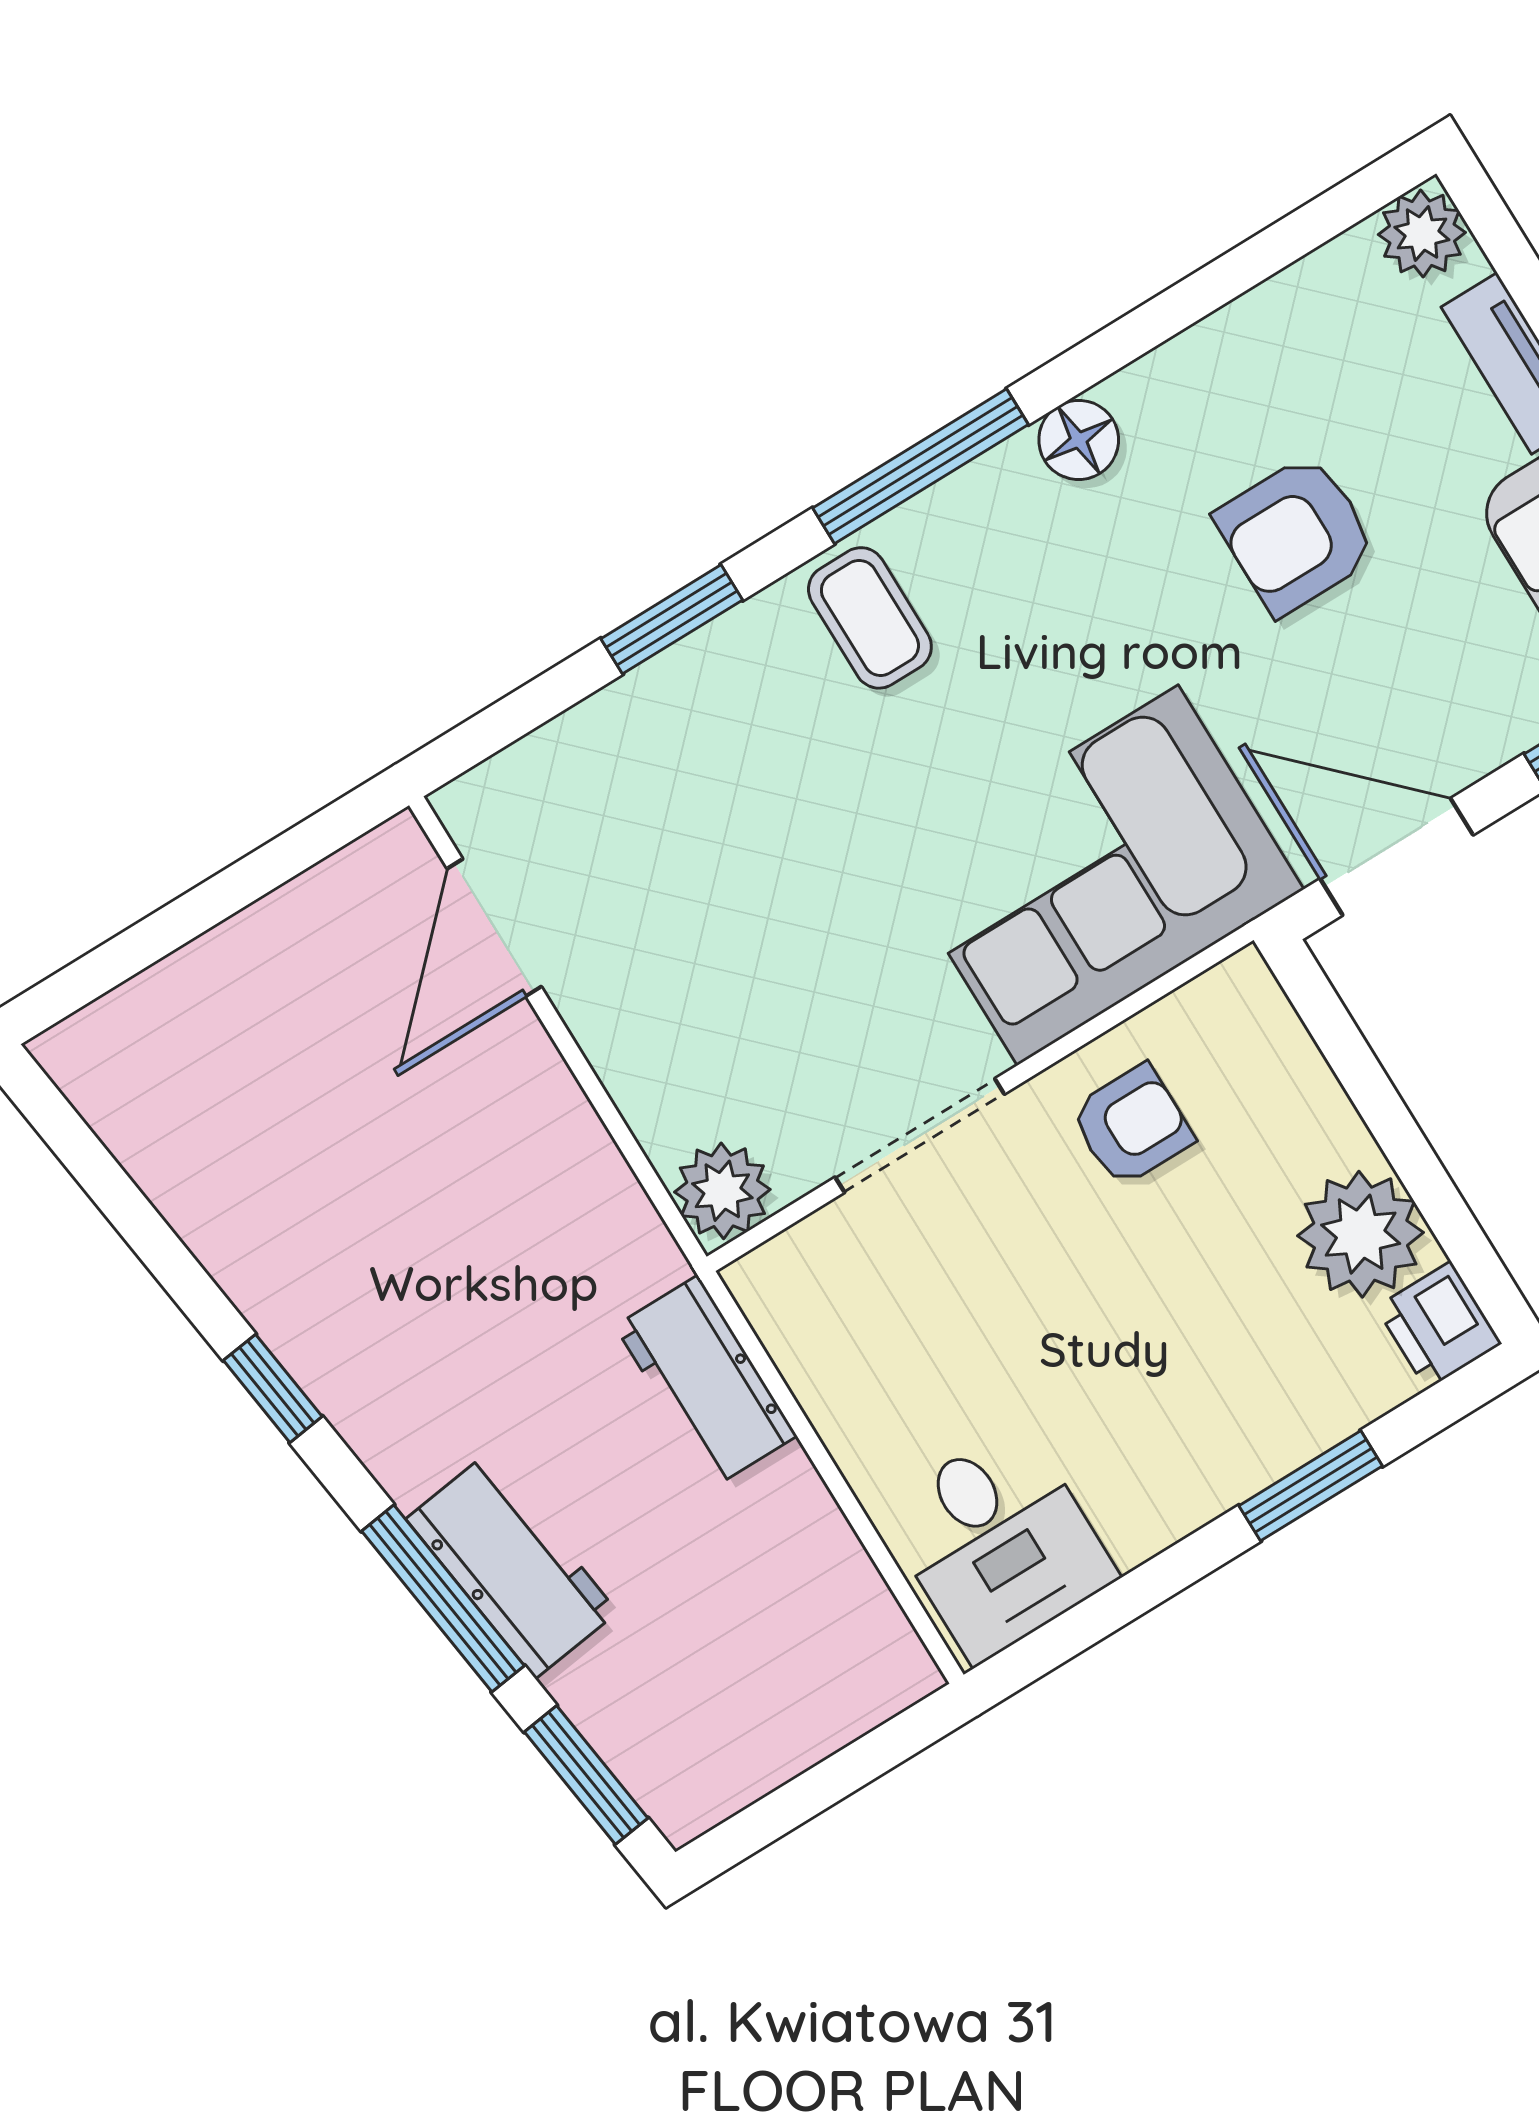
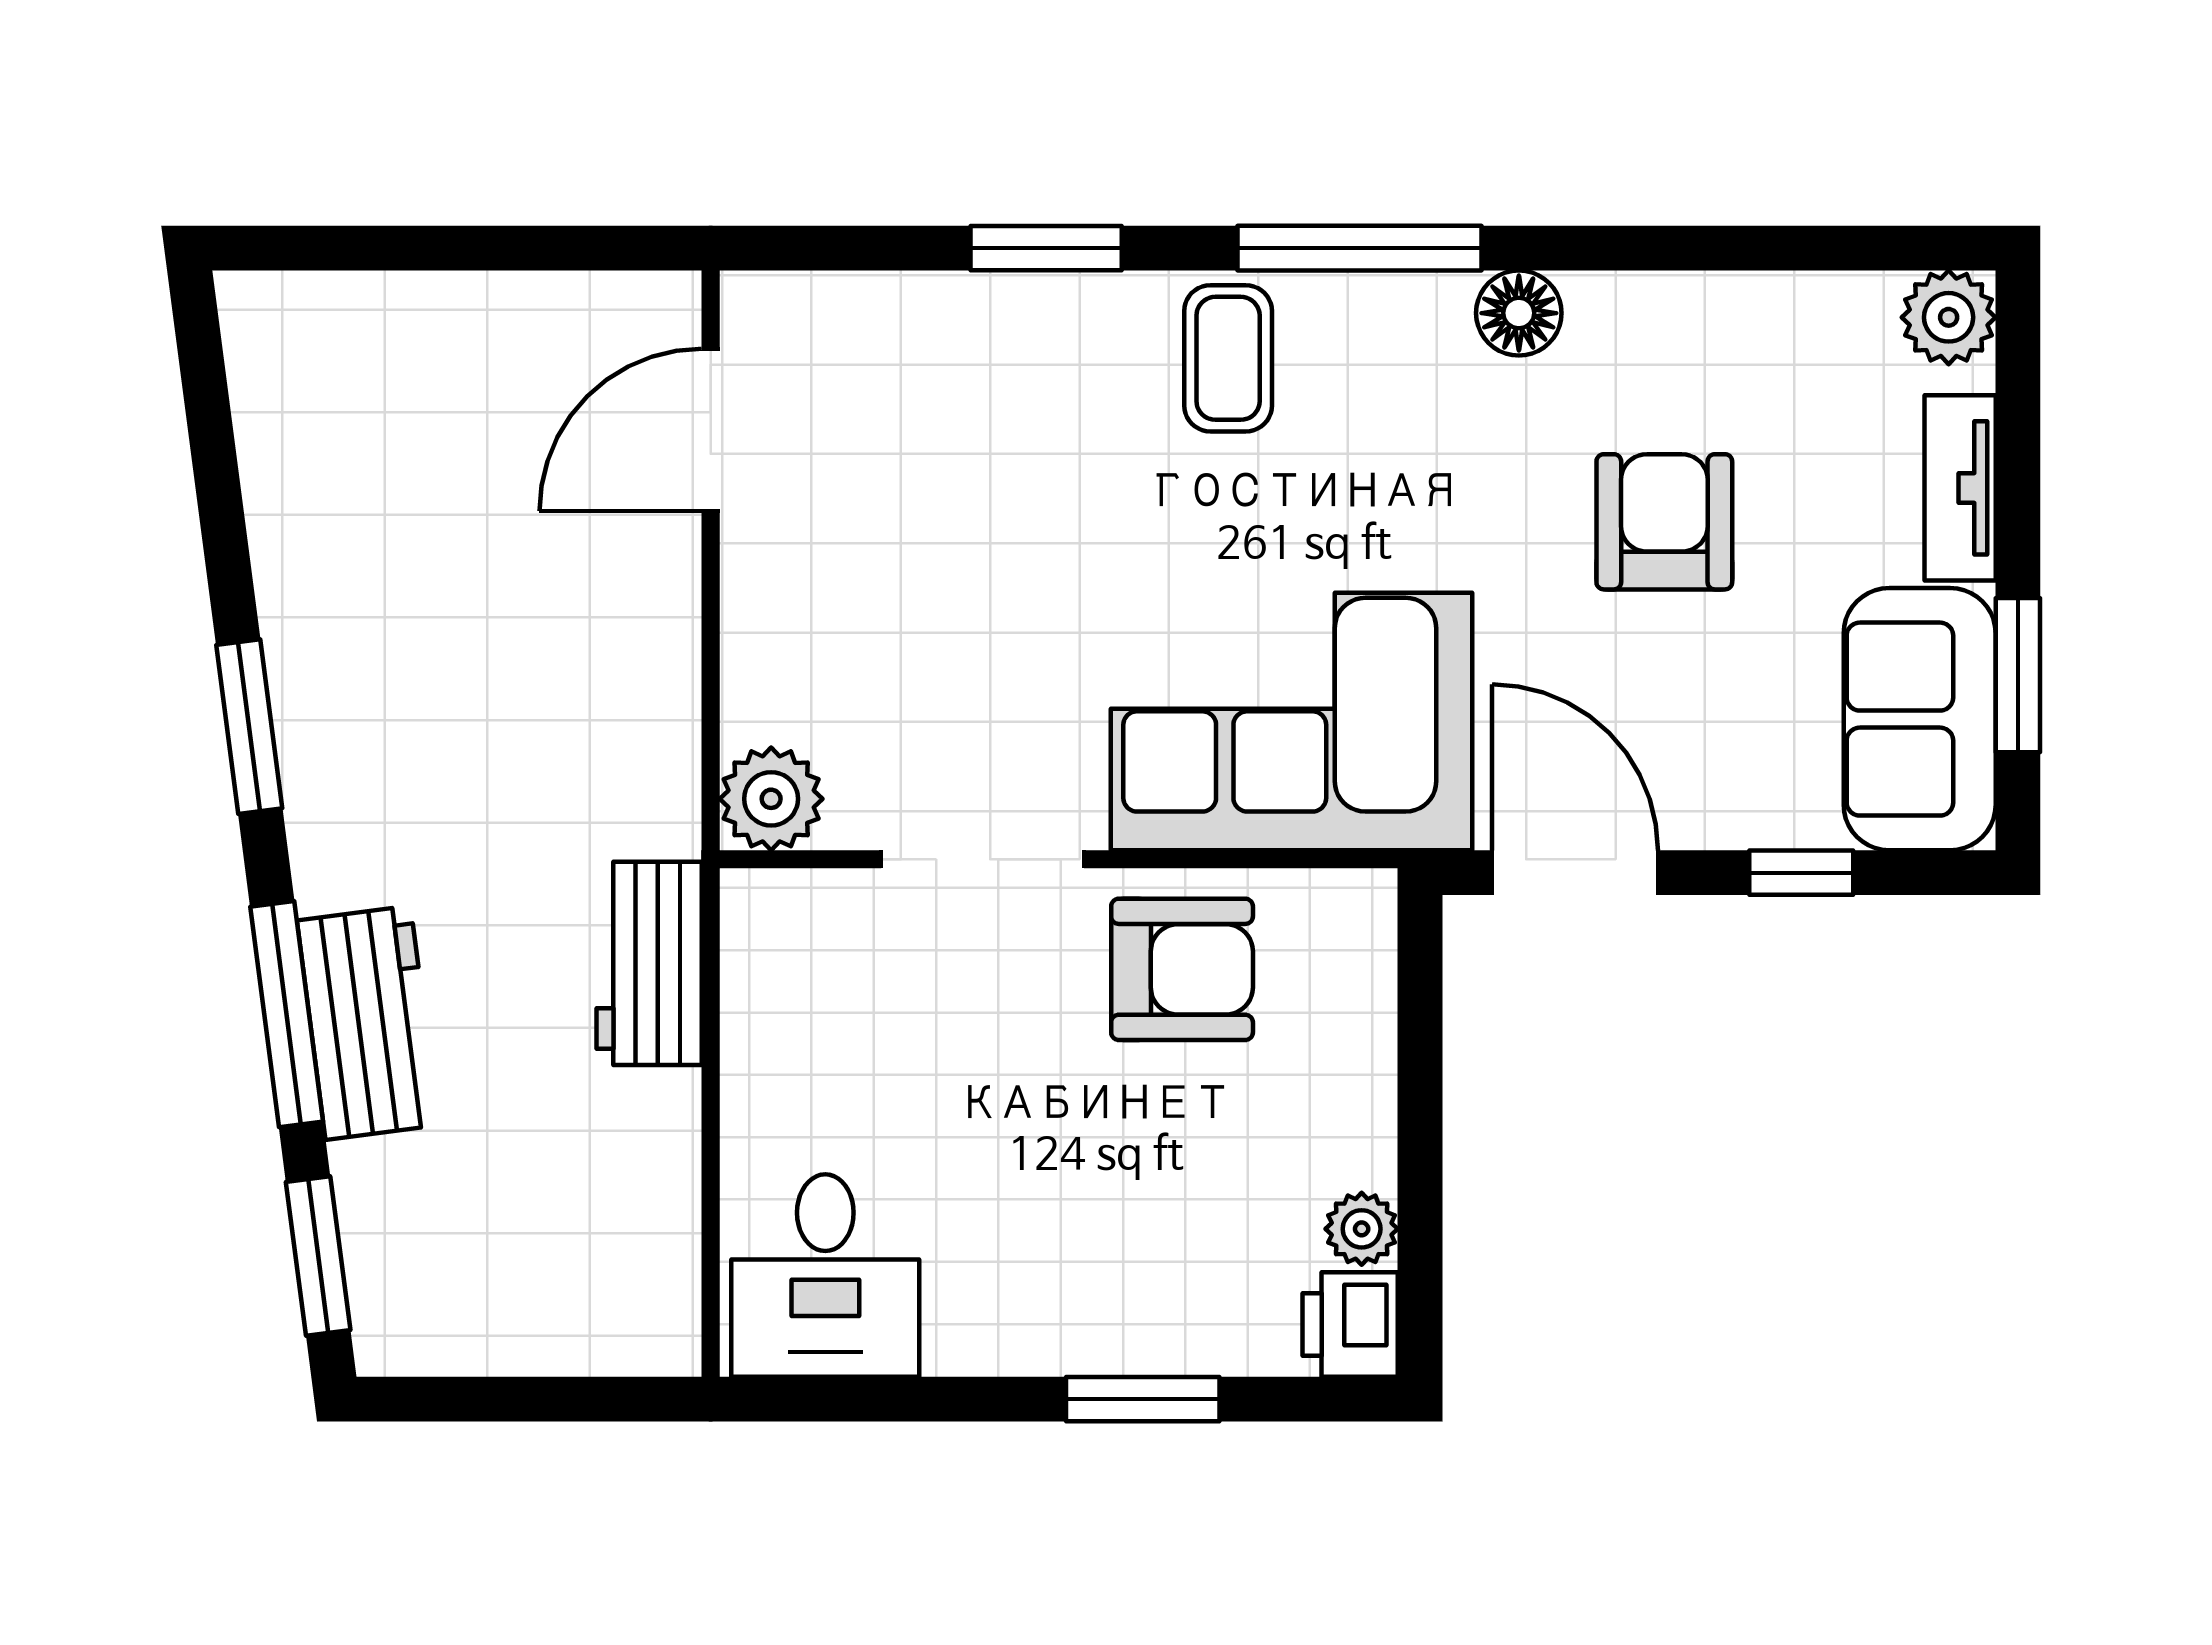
armchair: (1296, 535) -> (1664, 522), turned 90
armchair: (1132, 1126) -> (1182, 969), width x1.38, depth x1.38
plant: (1361, 1234) -> (1362, 1229), width x0.53, depth x0.53
window: (273, 1388) -> (249, 727), width x1.50

